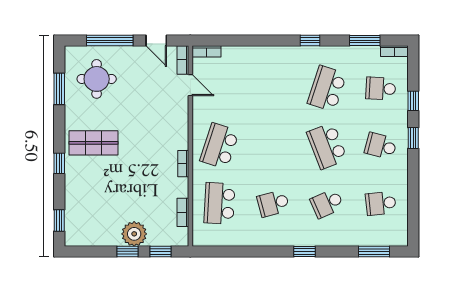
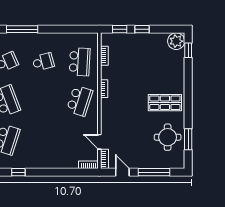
round table: (97, 79) -> (168, 137), moved
window: (59, 163) -> (188, 89), removed
plant: (134, 234) -> (176, 41), moved
window: (304, 251) -> (22, 29), width x2.17

